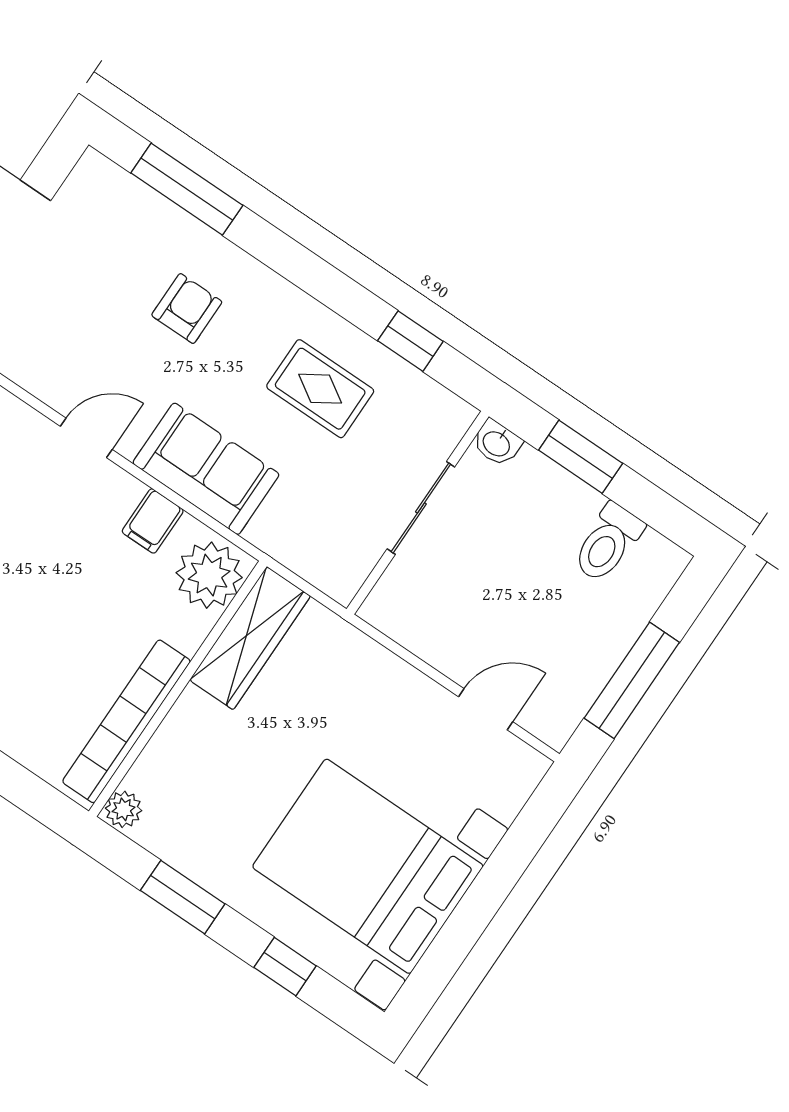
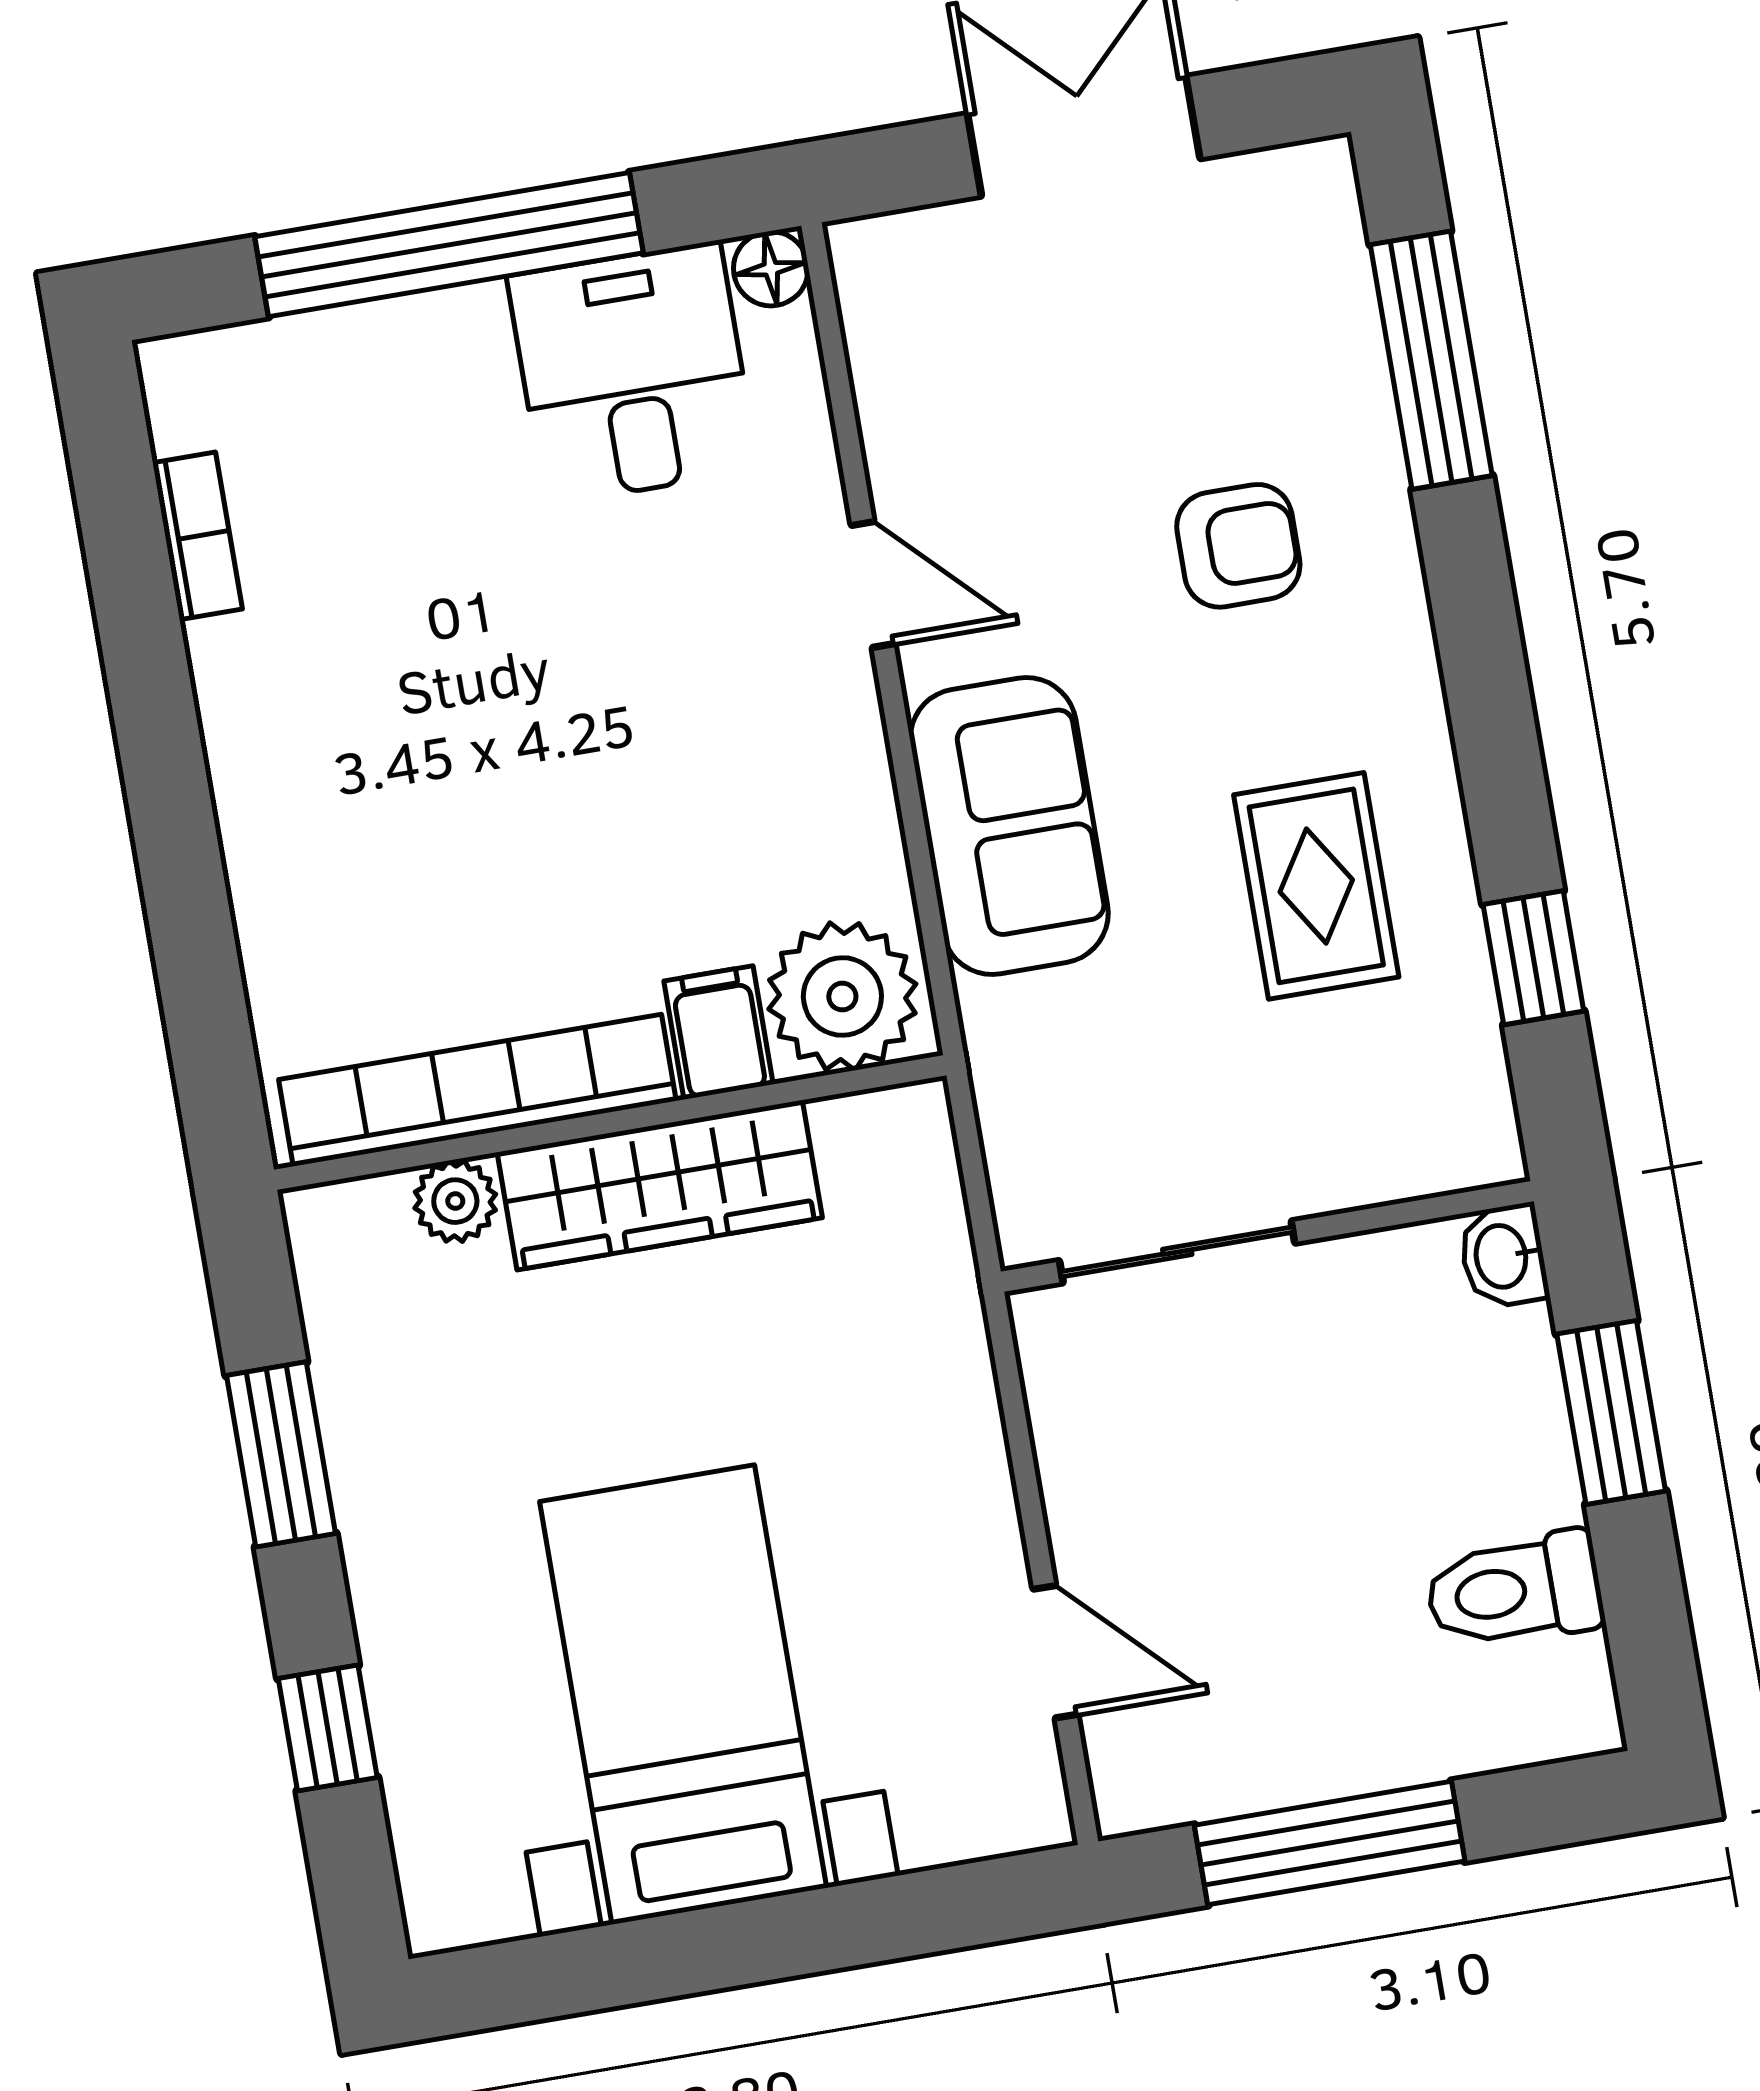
sliding door: (421, 508) -> (1177, 1252), moved
filing cabinet: (153, 521) -> (719, 1033), moved, turned 90
wardrobe: (250, 638) -> (660, 1185), moved
plant: (124, 809) -> (455, 1201), moved
bed with nightstands: (368, 866) -> (683, 1695), width x0.73

